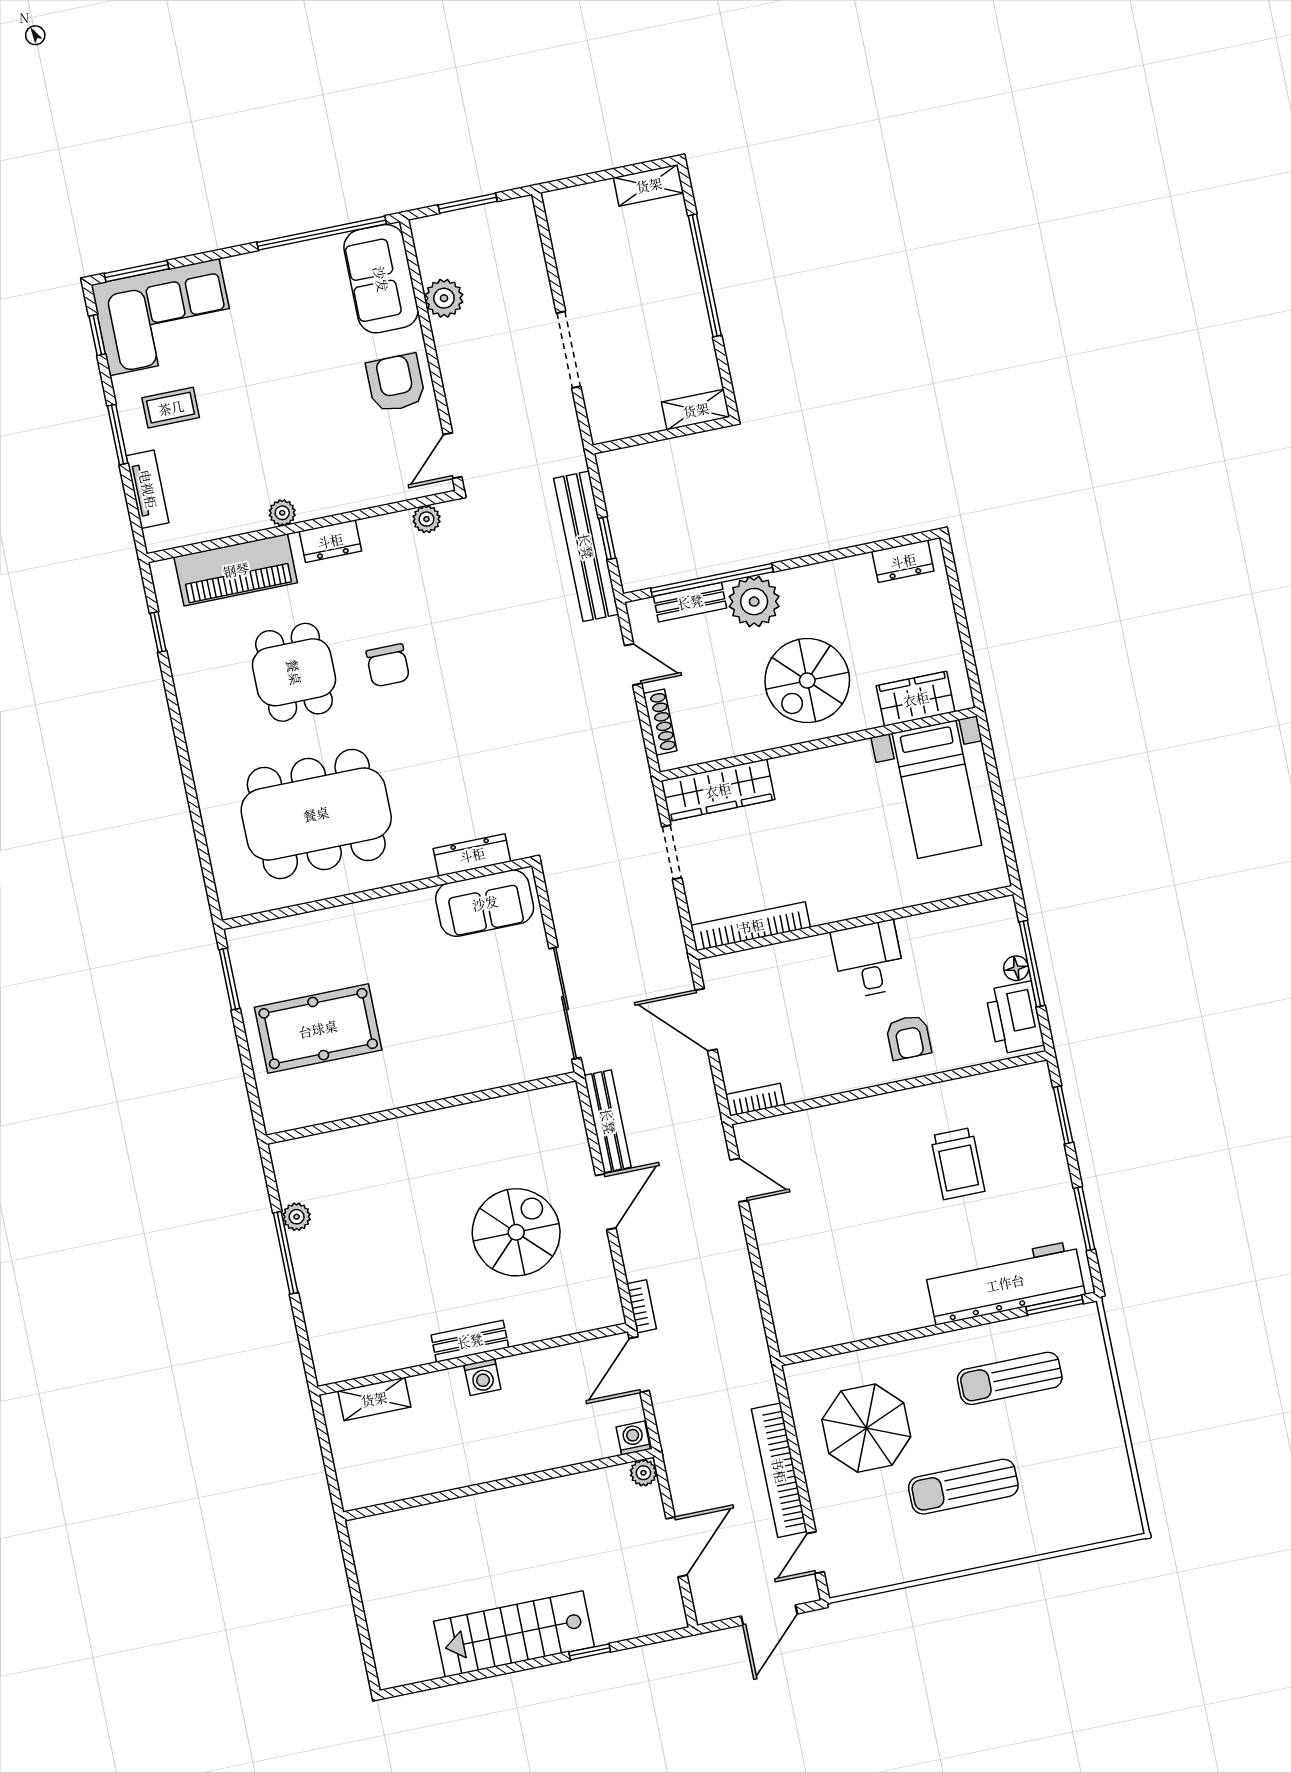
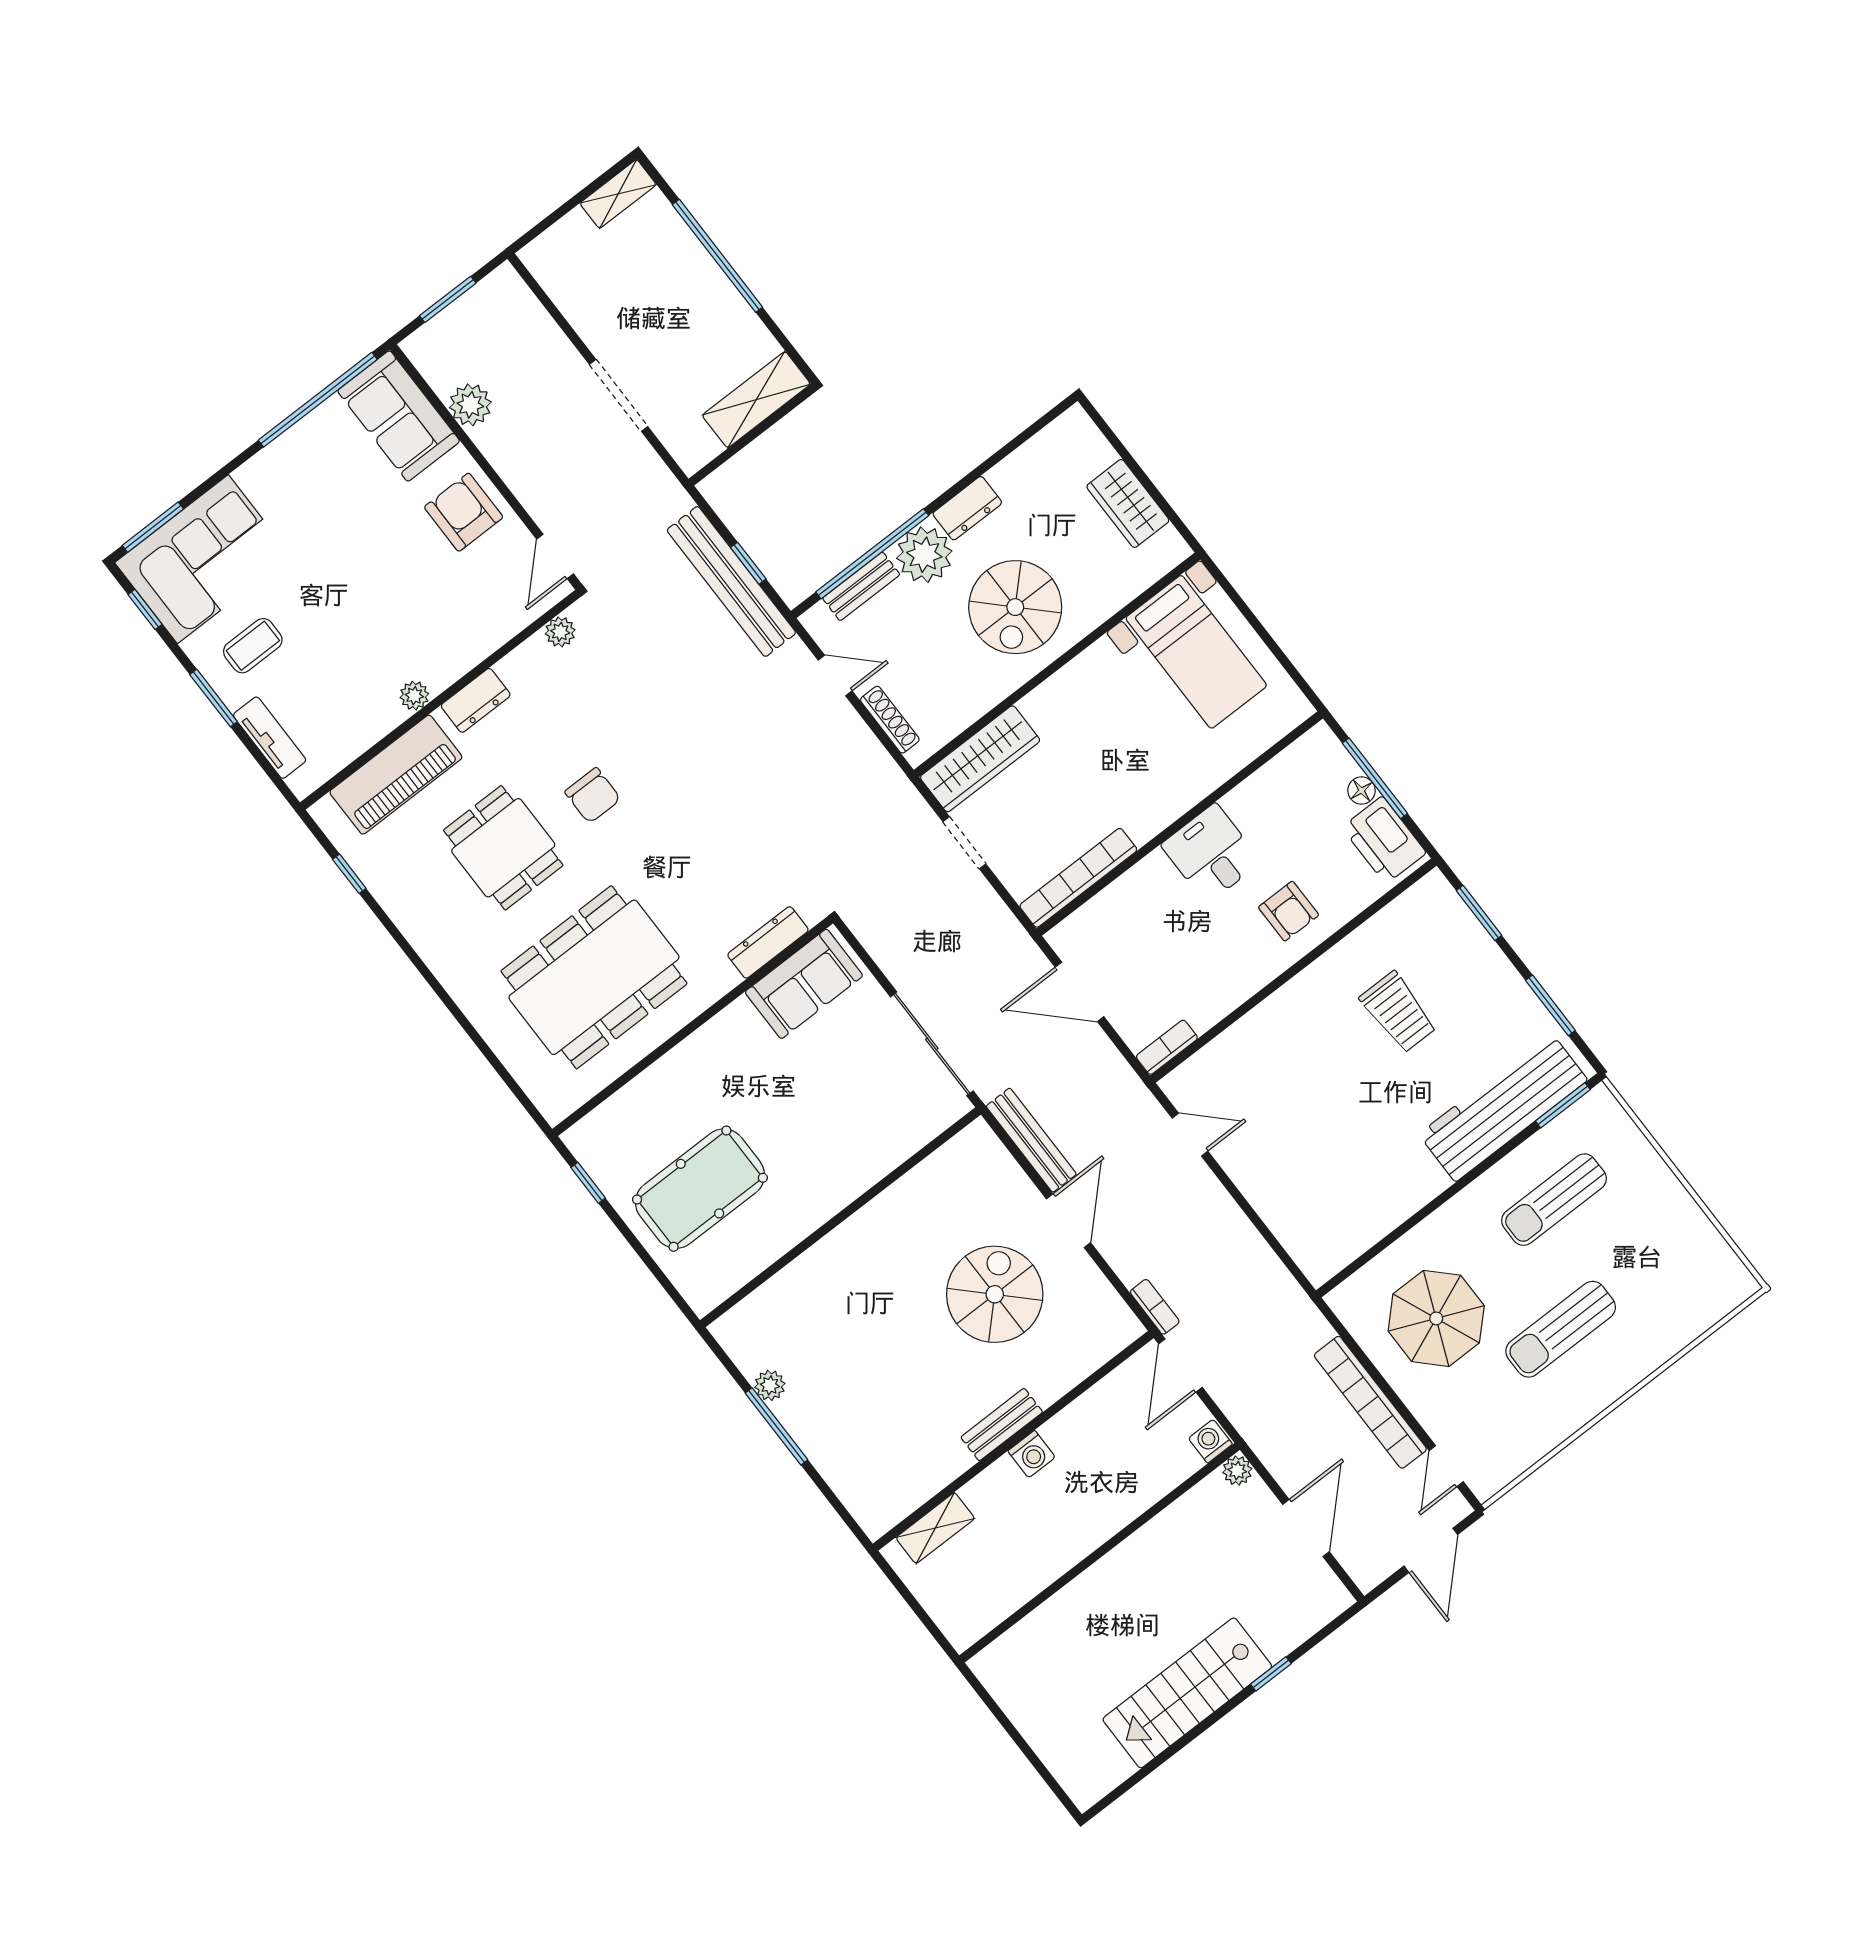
shelving: (696, 410) -> (756, 400), width x1.50, depth x1.33
dresser: (903, 561) -> (967, 508), moved
wardrobe: (916, 699) -> (1128, 503), moved, turned -90
window: (229, 979) -> (588, 1183), width x0.67

